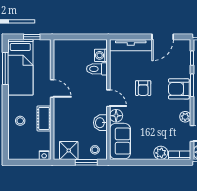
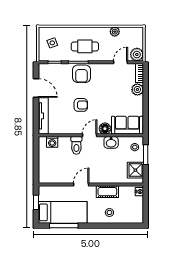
toilet: (97, 69) -> (76, 145), moved
plant: (185, 117) -> (106, 68), removed

